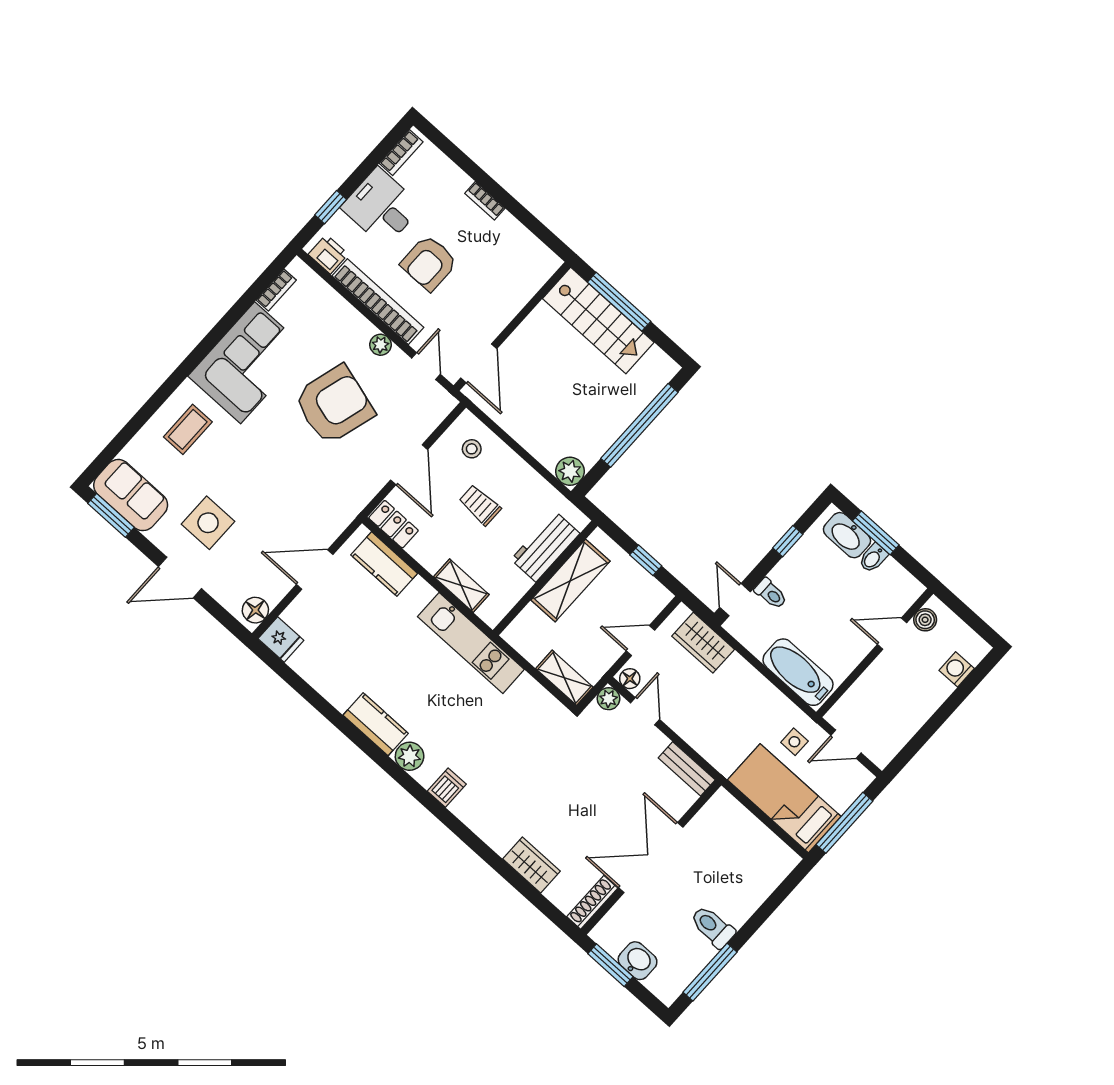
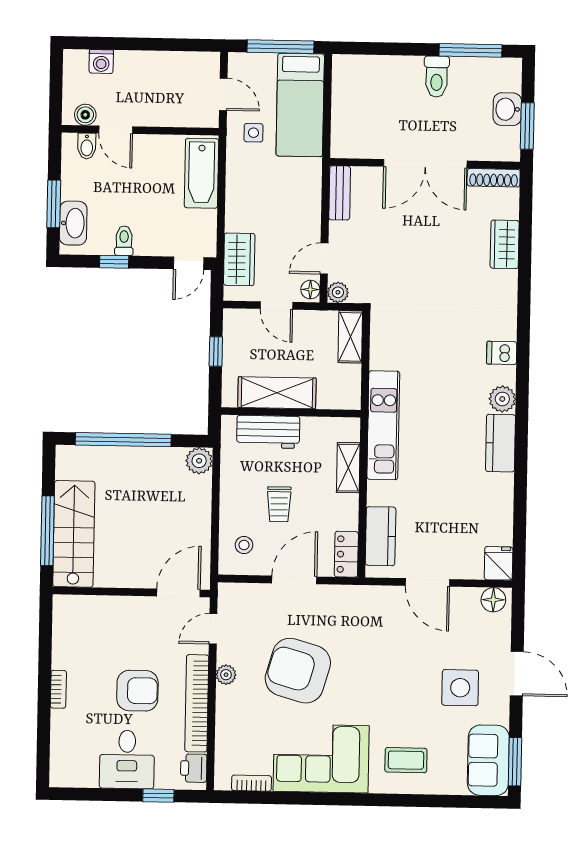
bookcase: (401, 153) -> (76, 779), removed
bidet: (873, 558) -> (87, 146), moved, turned 90
toilet: (771, 594) -> (124, 241), moved

